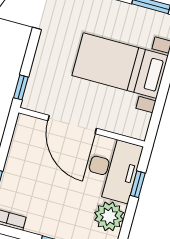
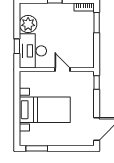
door: (72, 124) -> (63, 70), width x0.53

